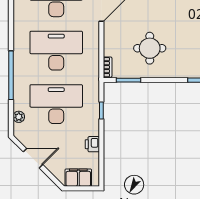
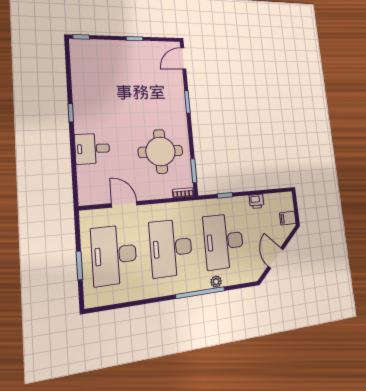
round table: (150, 48) -> (161, 151), width x1.36, depth x1.36
plant: (19, 117) -> (216, 282), moved
filing cabinet: (78, 178) -> (288, 218), width x0.50

